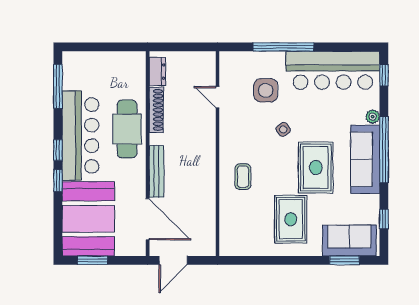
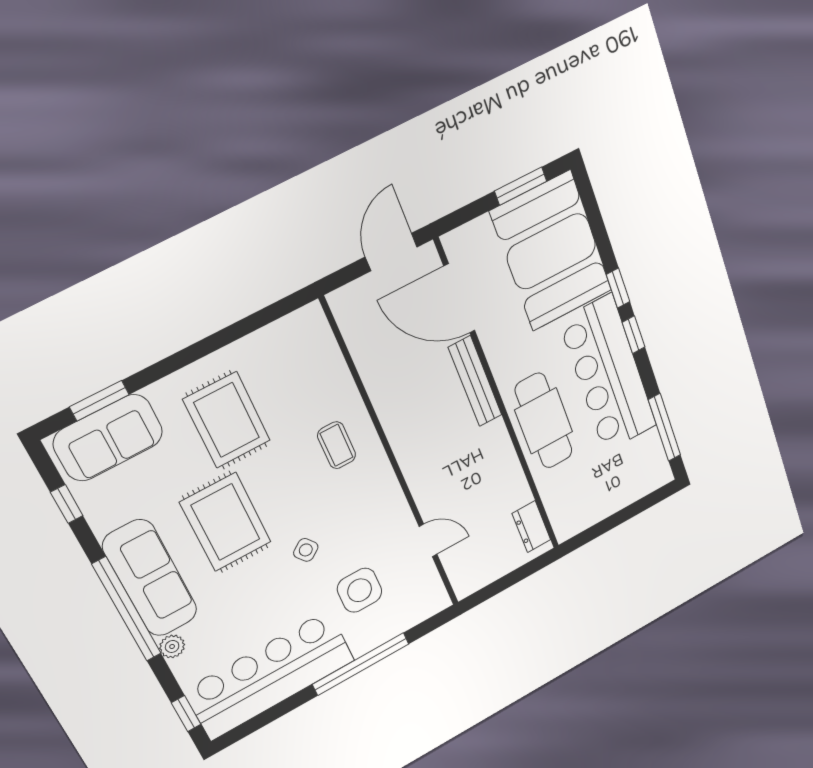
shoe rack: (156, 110) -> (512, 472), removed

